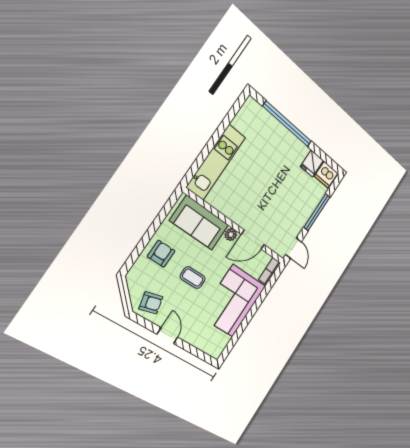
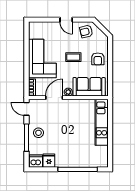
stool: (300, 208) -> (38, 133), added

